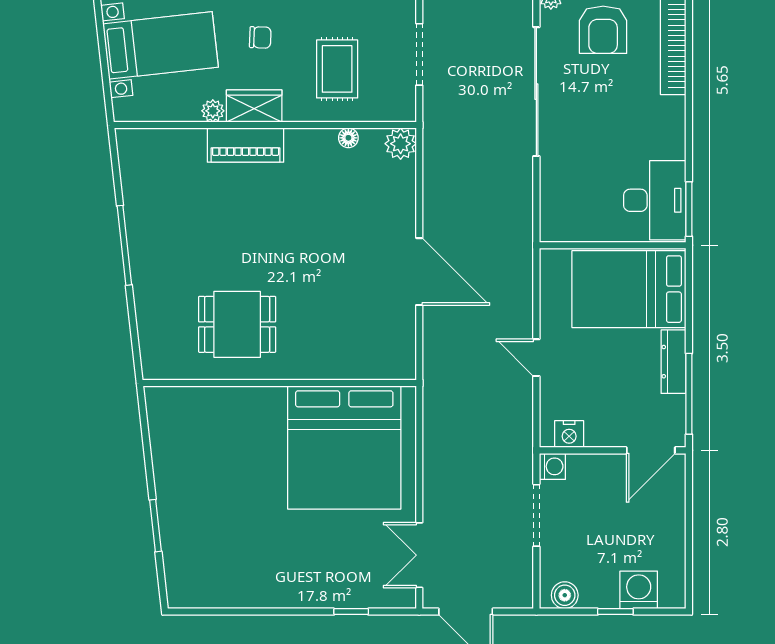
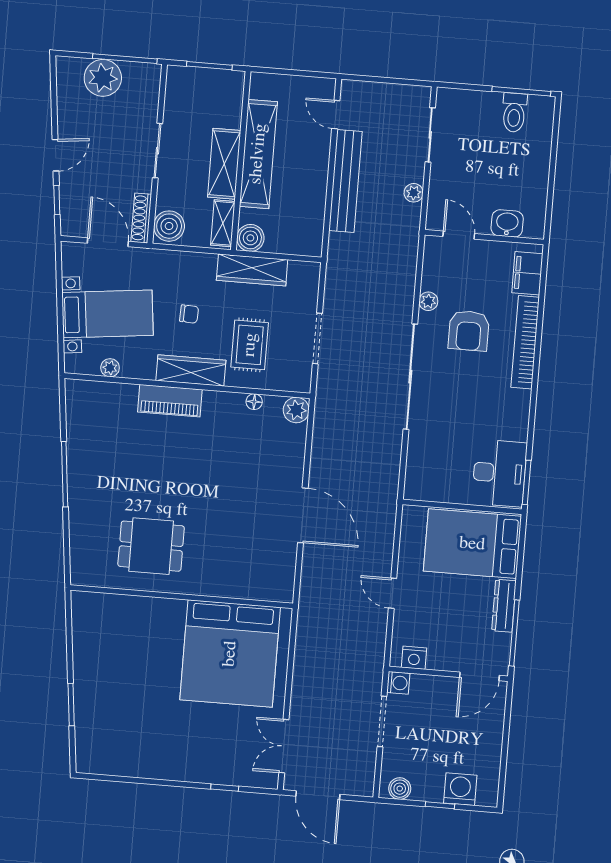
wardrobe: (254, 106) -> (191, 370), width x1.50
plant: (213, 111) -> (110, 368), moved

